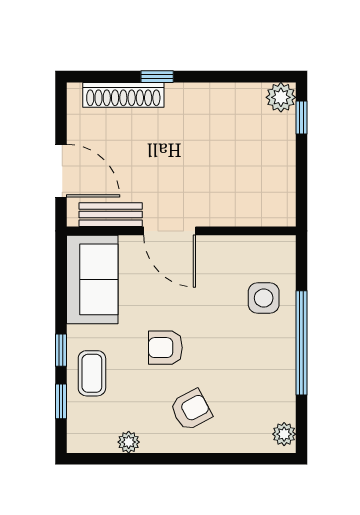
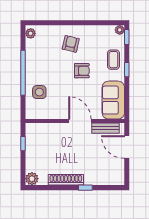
shoe rack: (123, 95) -> (66, 180), moved
window: (302, 117) -> (23, 144), moved
window: (61, 401) -> (127, 37), moved
armchair: (191, 410) -> (71, 44), turned 131
plant: (129, 442) -> (120, 30), moved

